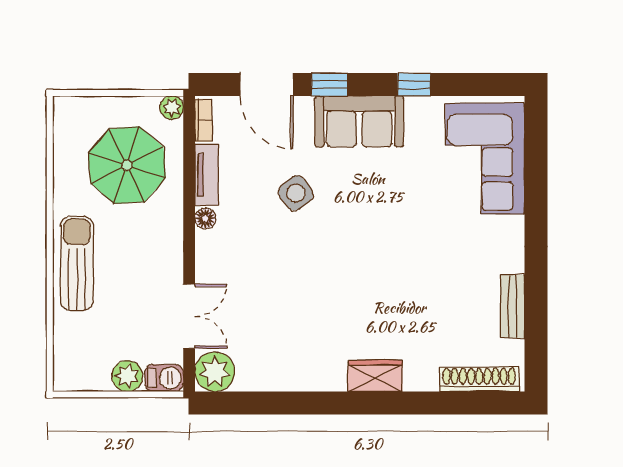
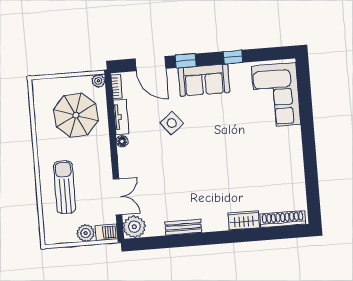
sun lounger: (77, 263) -> (65, 187), moved
bench: (513, 306) -> (183, 227), moved, turned 90
wardrobe: (375, 376) -> (244, 220), moved

